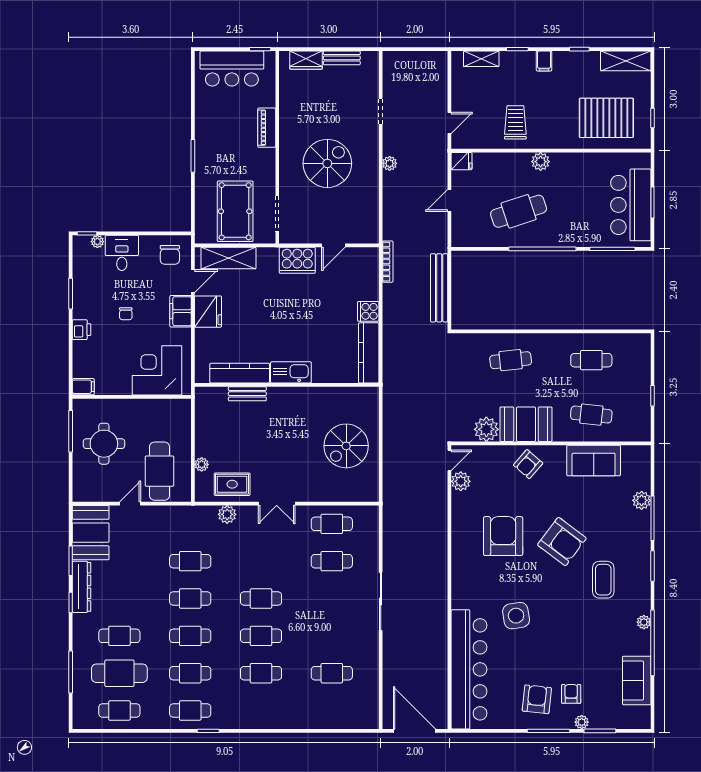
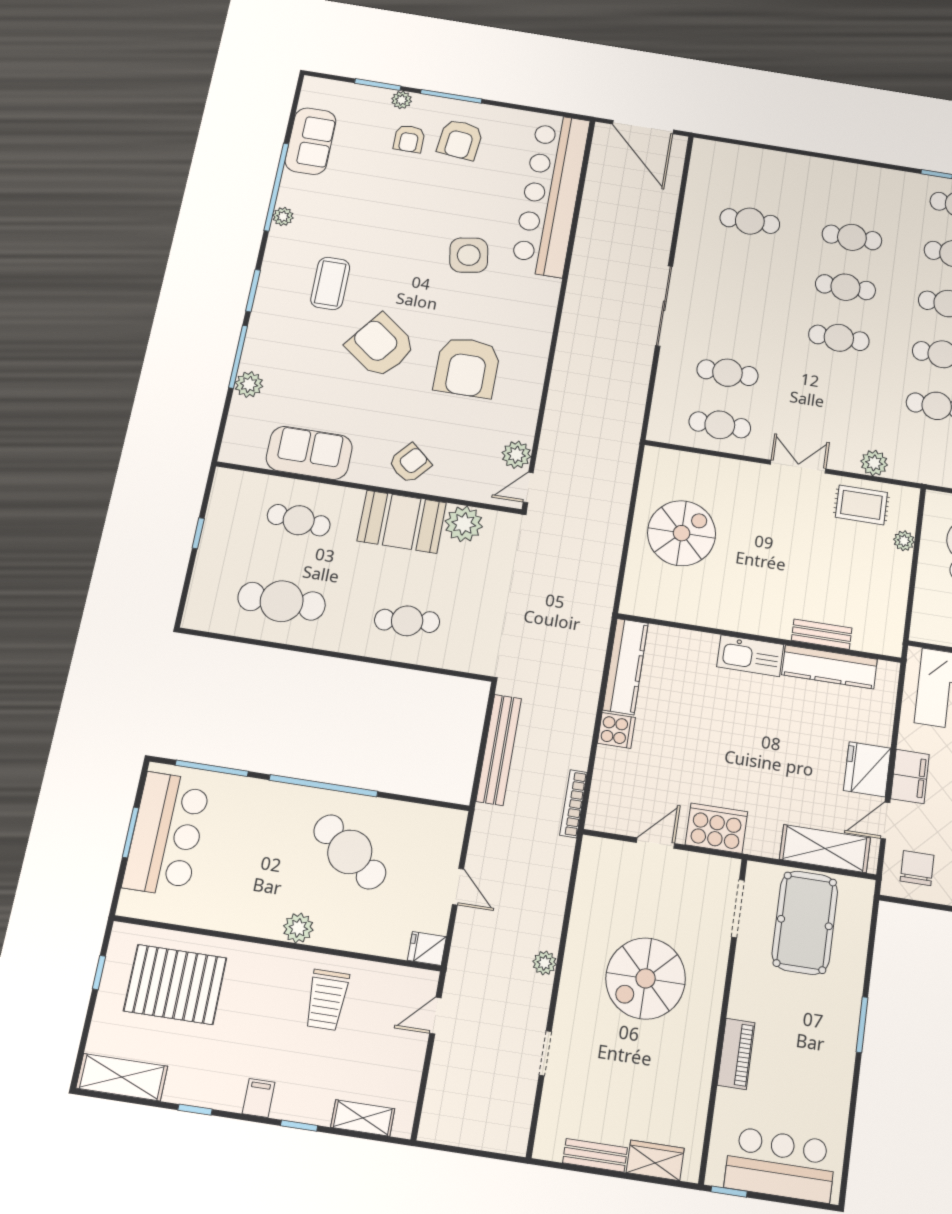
door: (449, 200) -> (458, 887), hinge flipped
cafe table: (519, 211) -> (350, 852), turned 55
cafe table: (591, 360) -> (282, 601), width x1.37, depth x1.35

